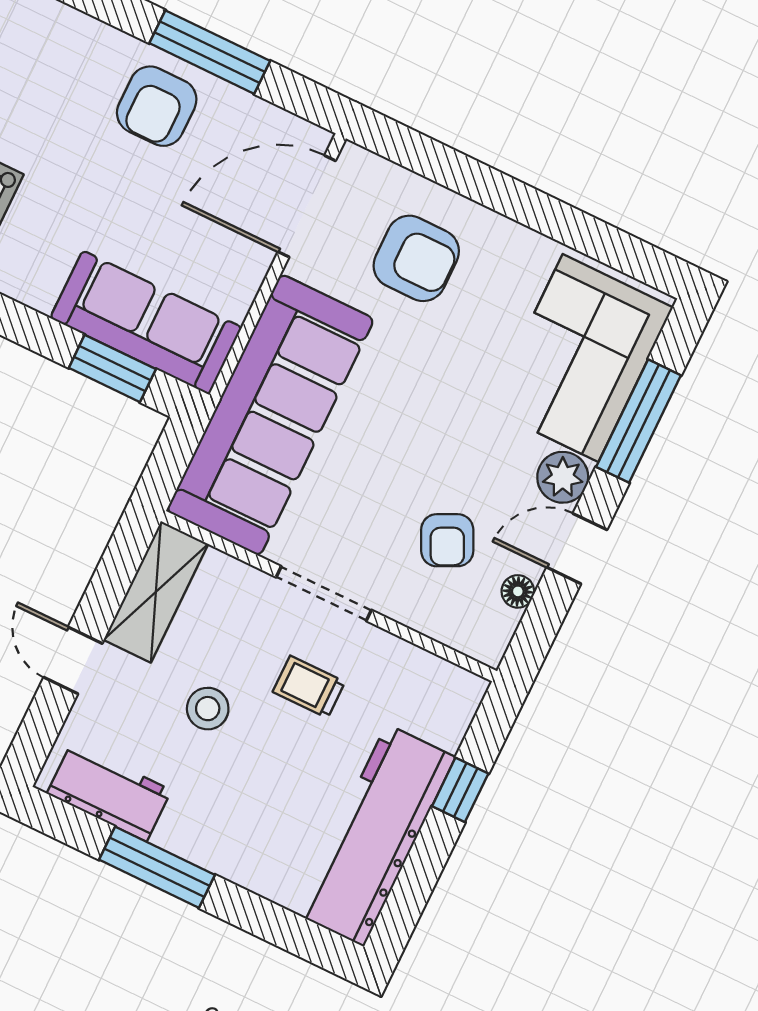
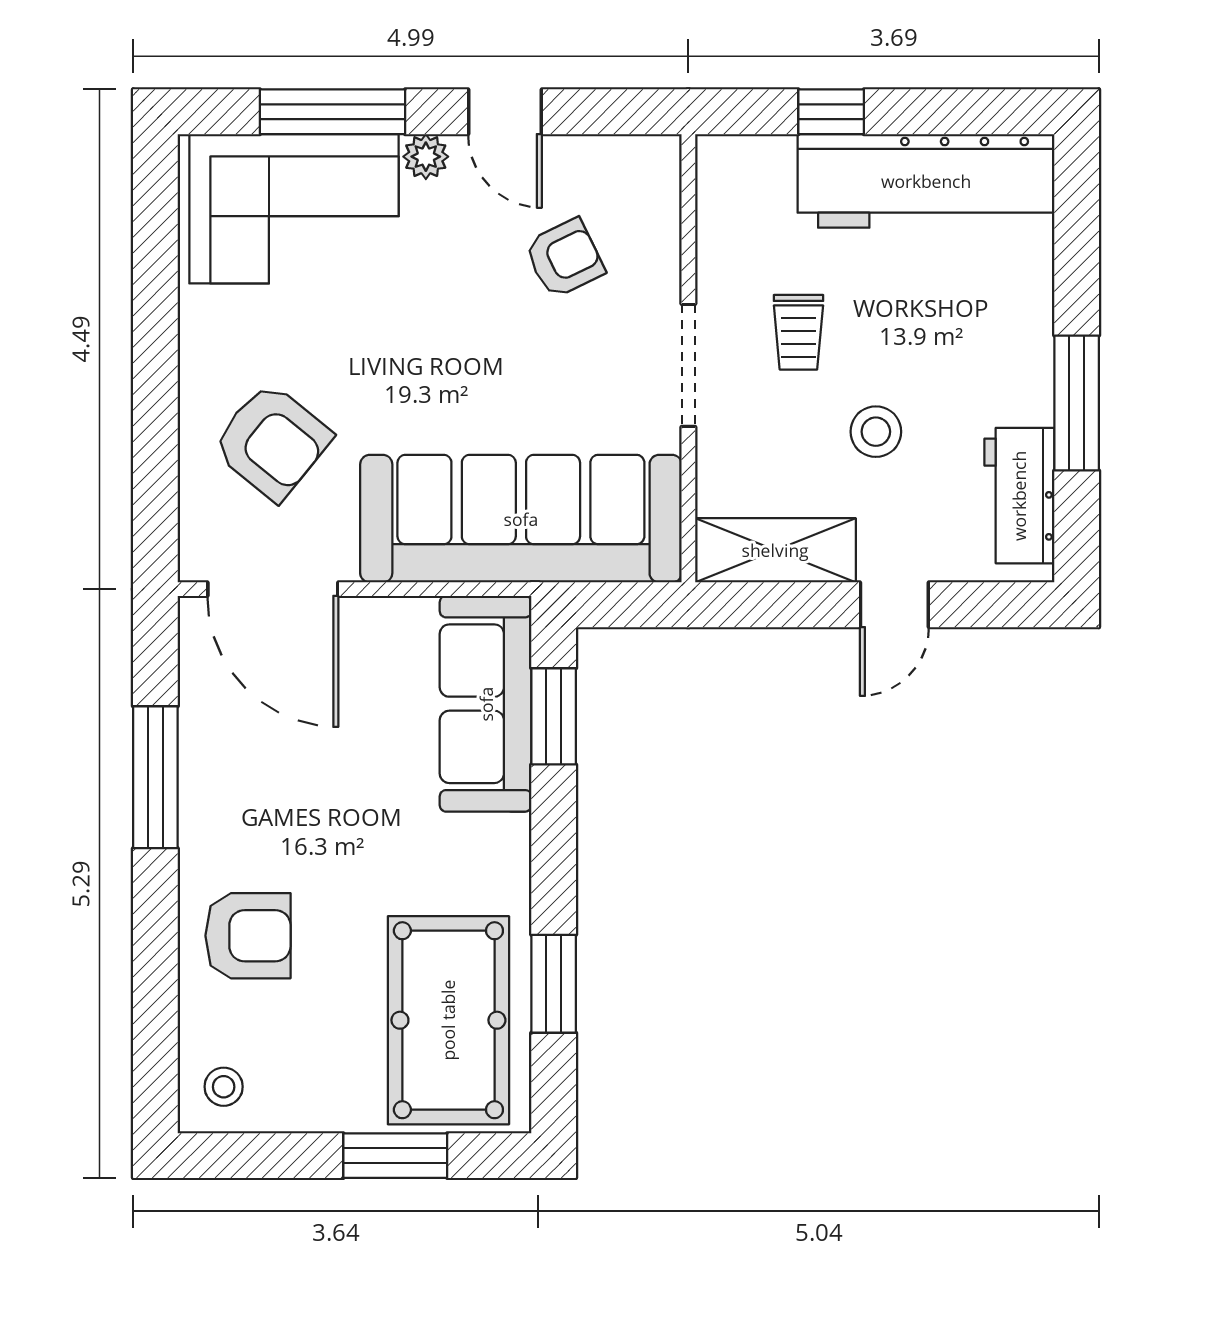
armchair: (157, 106) -> (248, 936), moved
armchair: (416, 258) -> (272, 442), turned 129
plant: (563, 477) -> (426, 157), width x0.73, depth x0.73
floor lamp: (518, 591) -> (583, 154), removed

